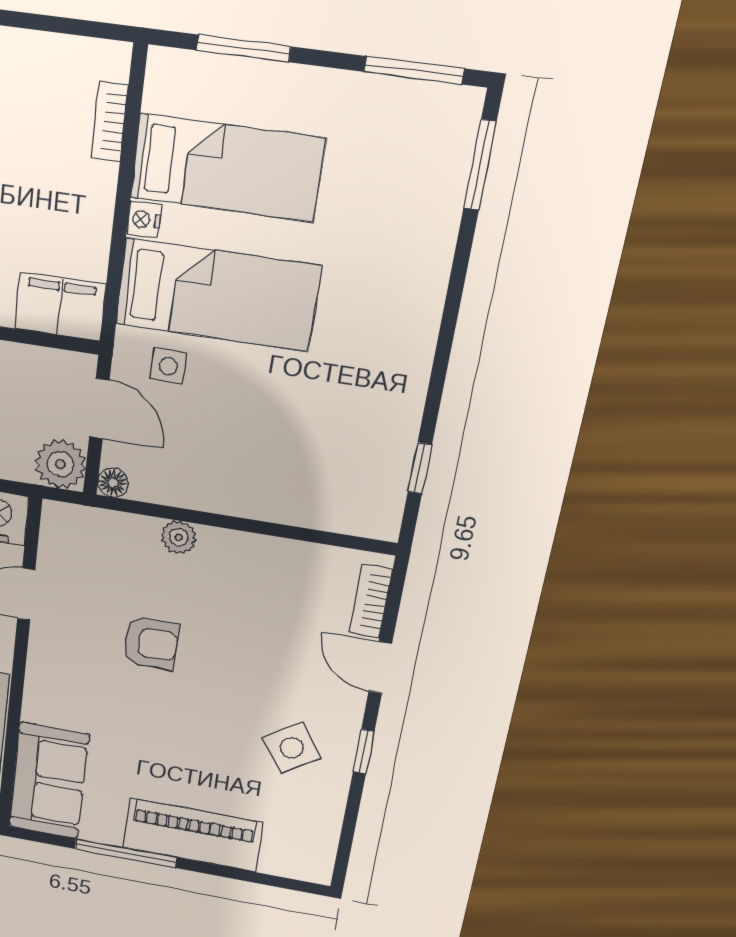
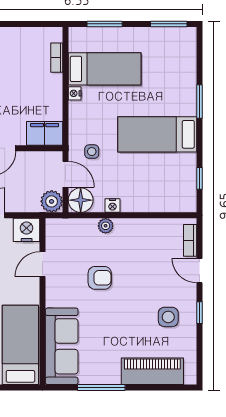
window: (480, 165) -> (199, 101), moved
bed: (217, 295) -> (157, 134), moved, turned 180
floor lamp: (113, 483) -> (81, 200), width x1.89, depth x1.89
nightstand: (201, 496) -> (112, 205), added
side table: (292, 748) -> (168, 317), turned 34
sofa: (49, 781) -> (62, 346), width x1.36
piano: (193, 835) -> (152, 371), moved

